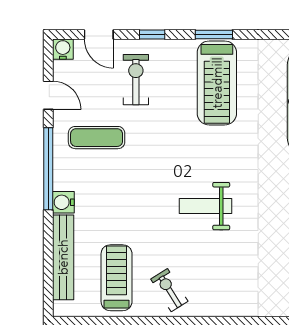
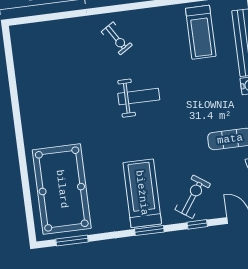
exercise bike: (136, 80) -> (193, 197), moved, turned -145
exercise bike: (169, 290) -> (117, 38), moved

